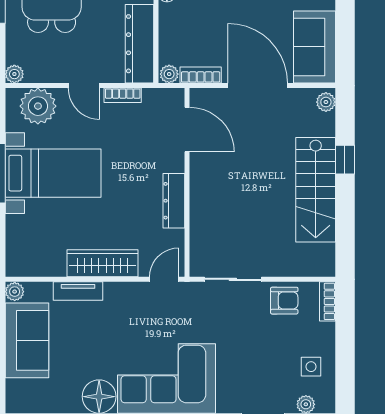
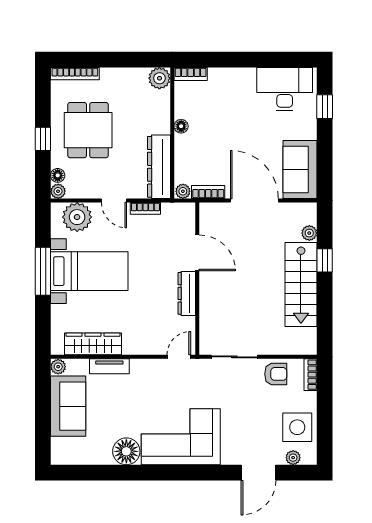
floor lamp: (14, 54) -> (58, 175), added
plant: (326, 102) -> (309, 233), moved
door: (187, 130) -> (197, 253), moved
wardrobe: (103, 263) -> (93, 344), moved
side table: (311, 367) -> (297, 427), width x1.87, depth x1.87

